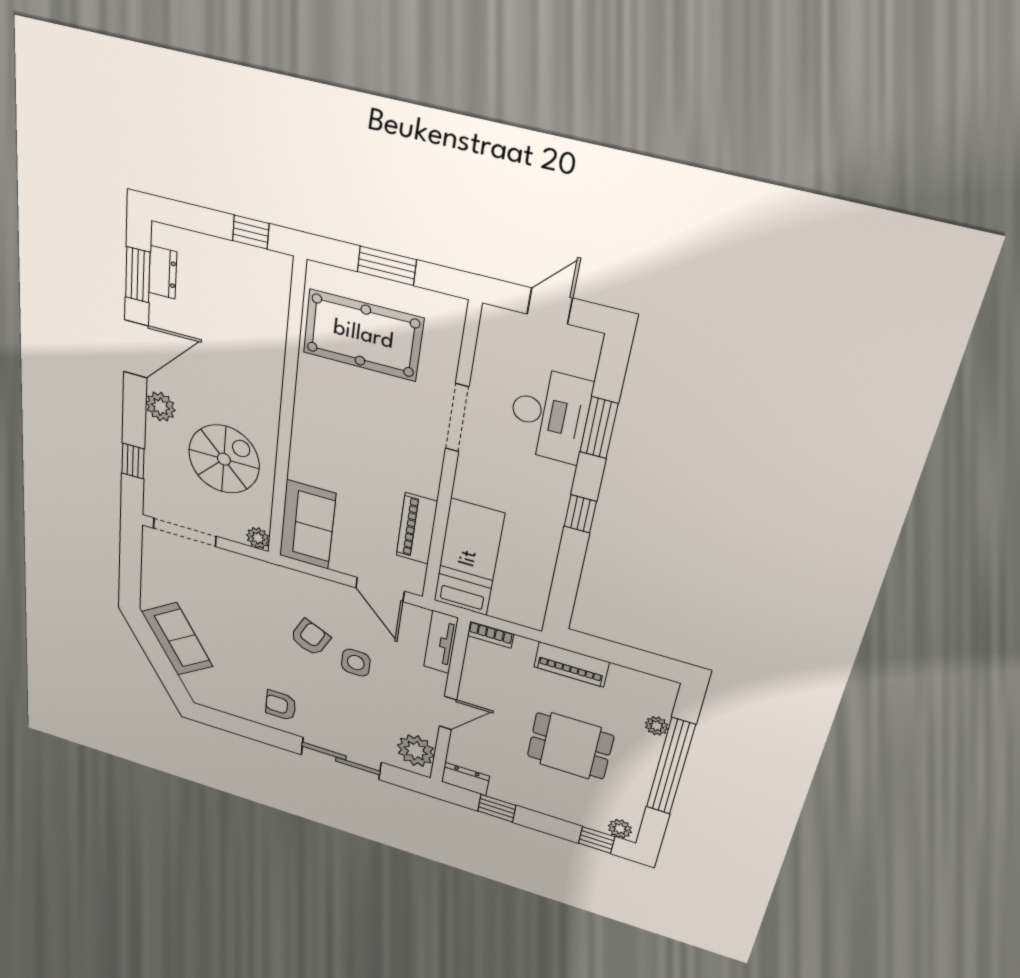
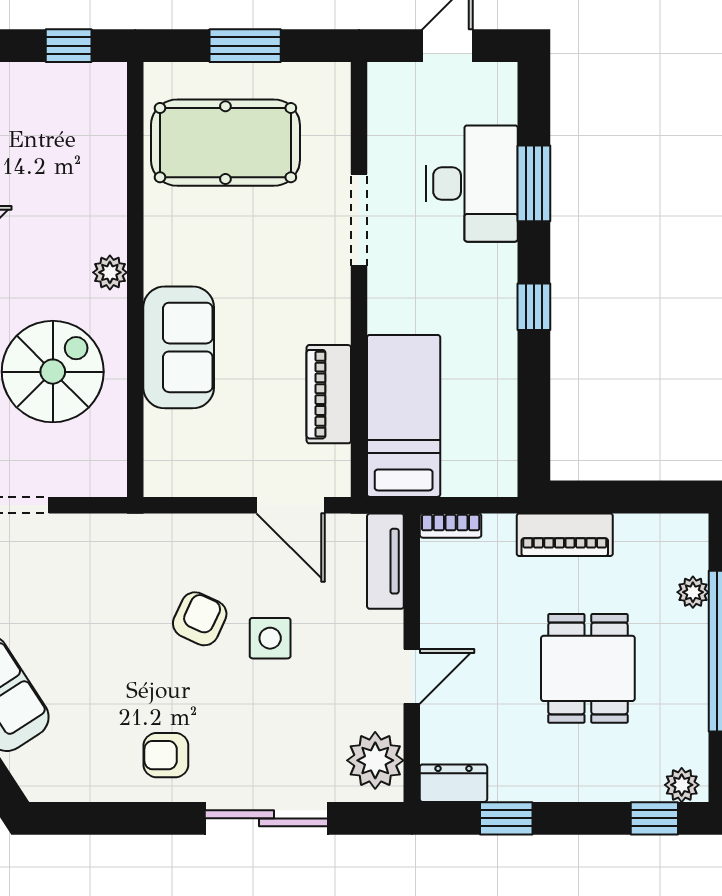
sofa: (307, 525) -> (179, 347), moved
plant: (258, 538) -> (110, 272), moved
dining table: (570, 746) -> (588, 668), turned 90

